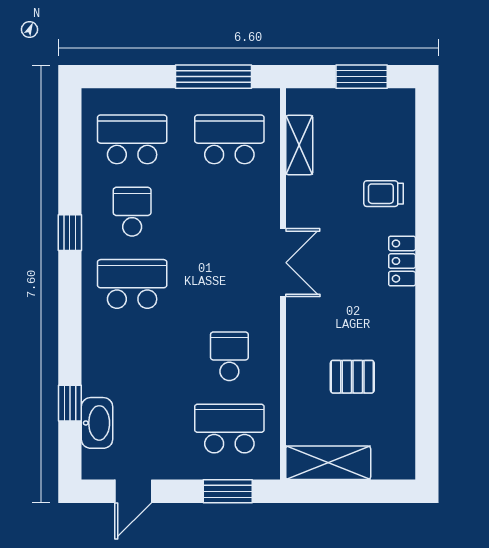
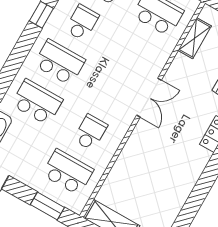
school desk: (132, 356) -> (37, 102), added
pallet: (352, 377) -> (152, 182), removed

